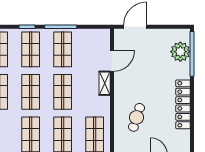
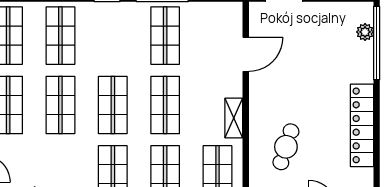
shop shelf: (31, 49) -> (113, 36), removed
plant: (180, 52) -> (365, 32), width x0.53, depth x0.53
shelving: (105, 83) -> (234, 118), moved

